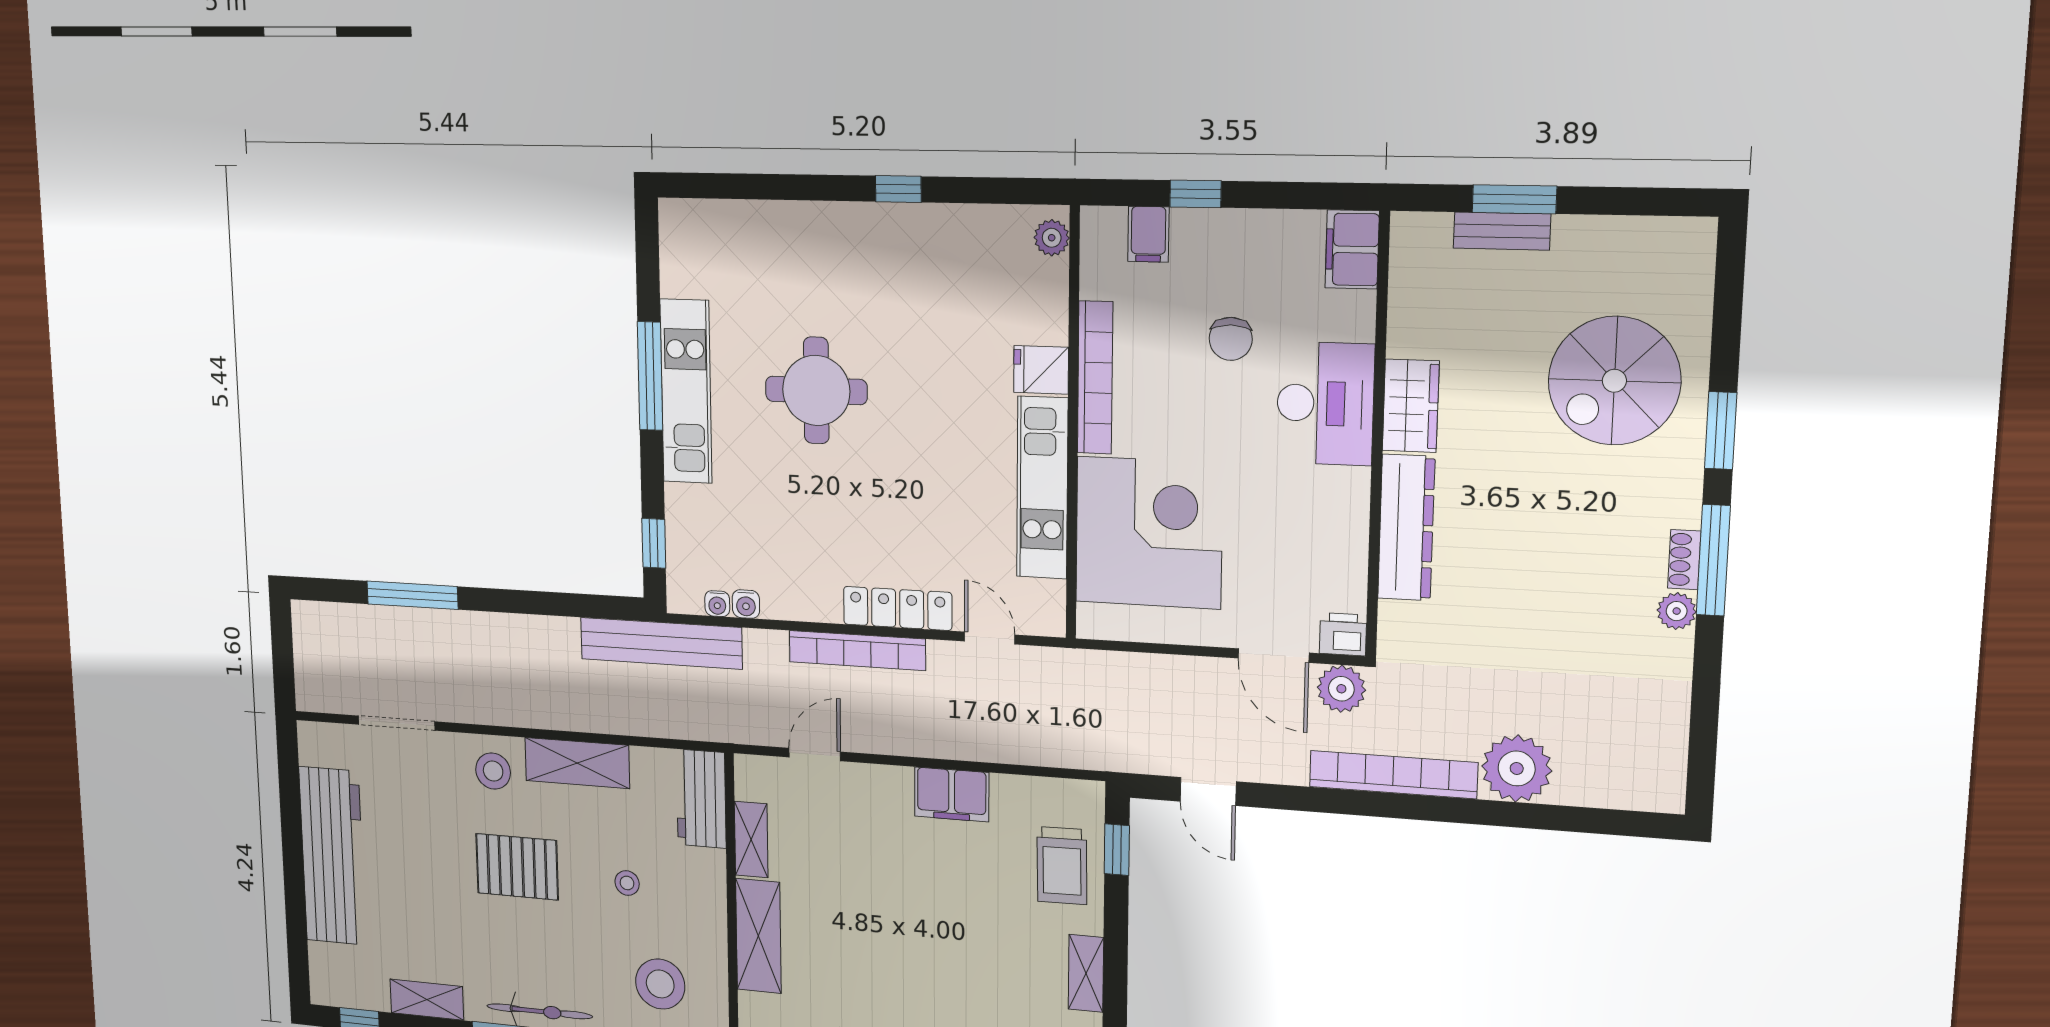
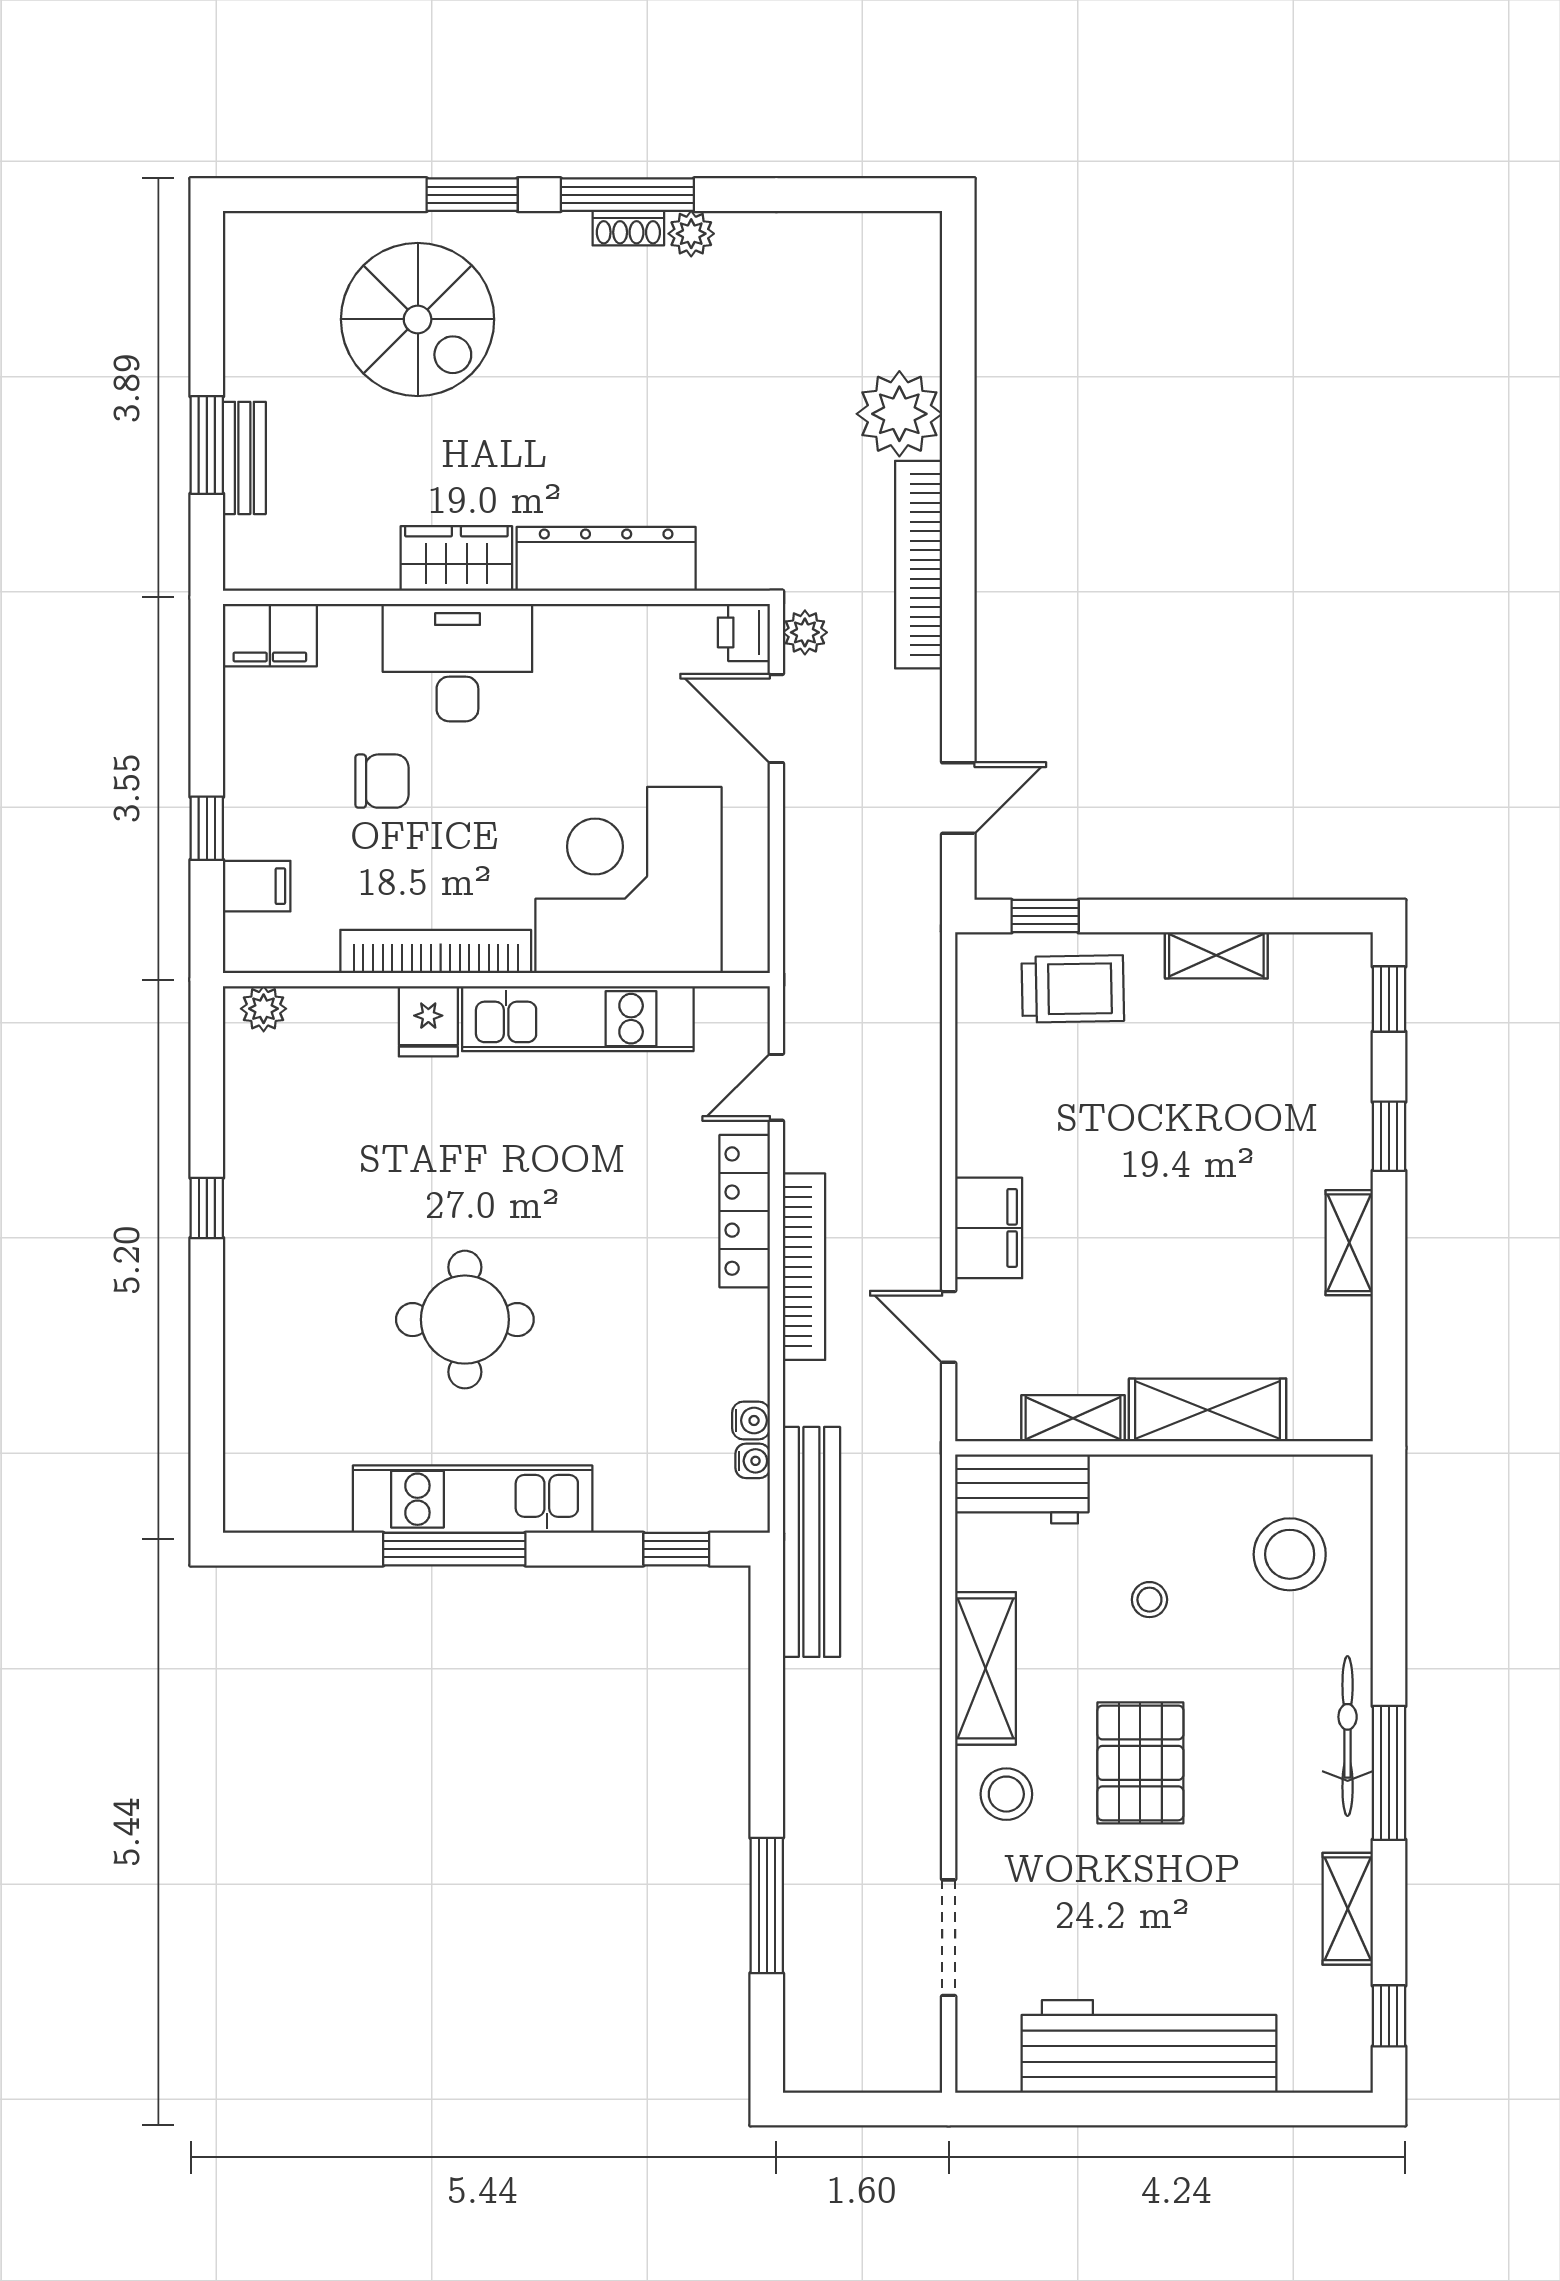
door: (1274, 656) -> (776, 719), swing flipped
plant: (1341, 689) -> (805, 632), width x0.73, depth x0.73
filing cabinet: (952, 794) -> (989, 1228), moved

